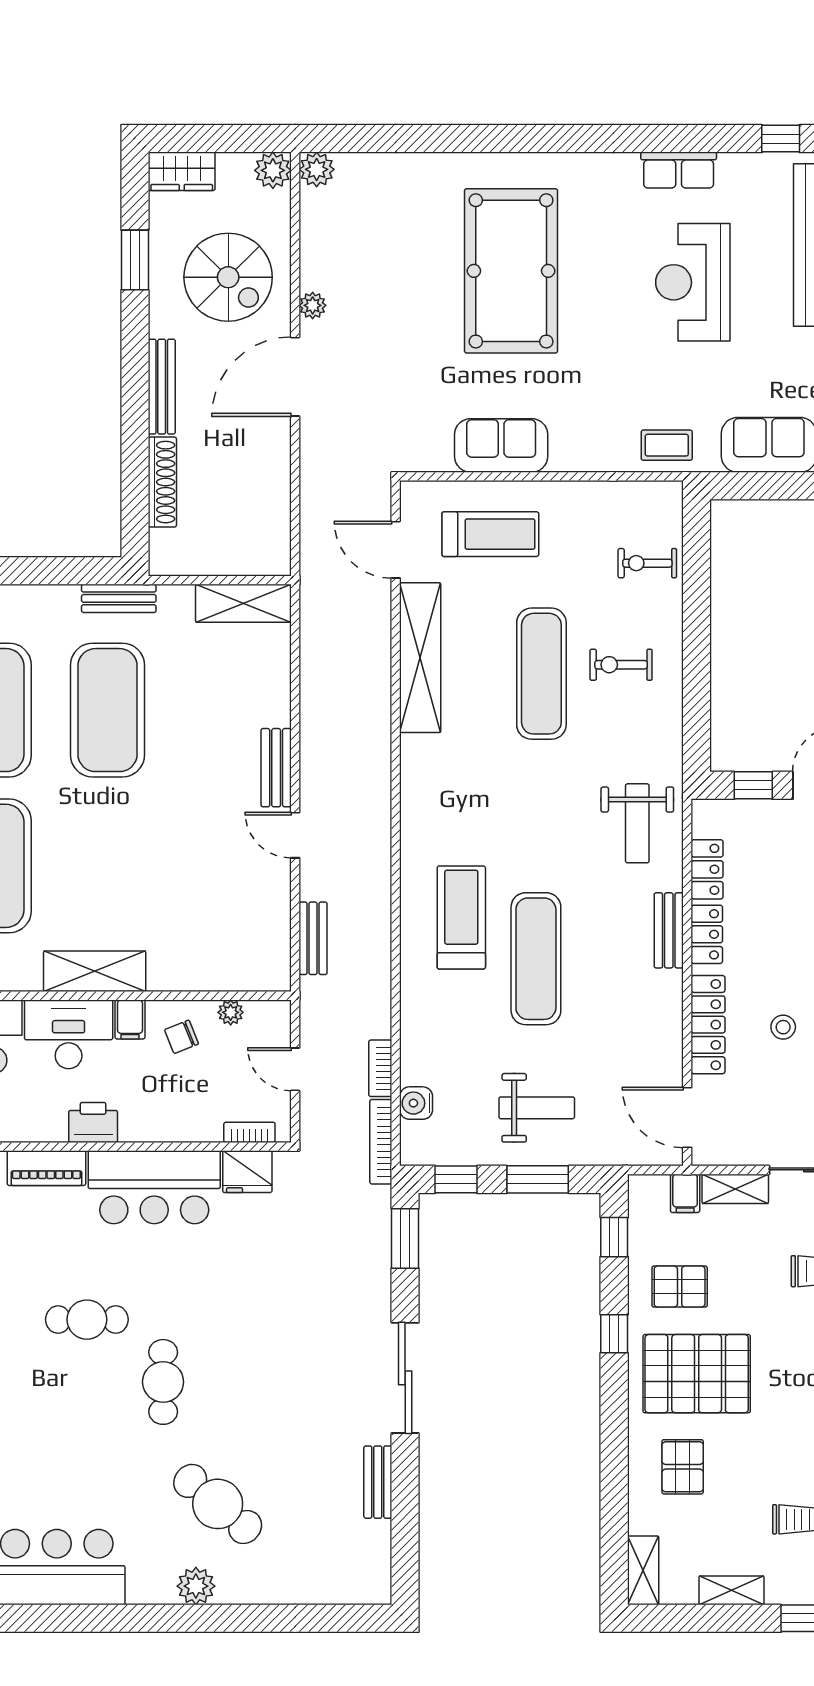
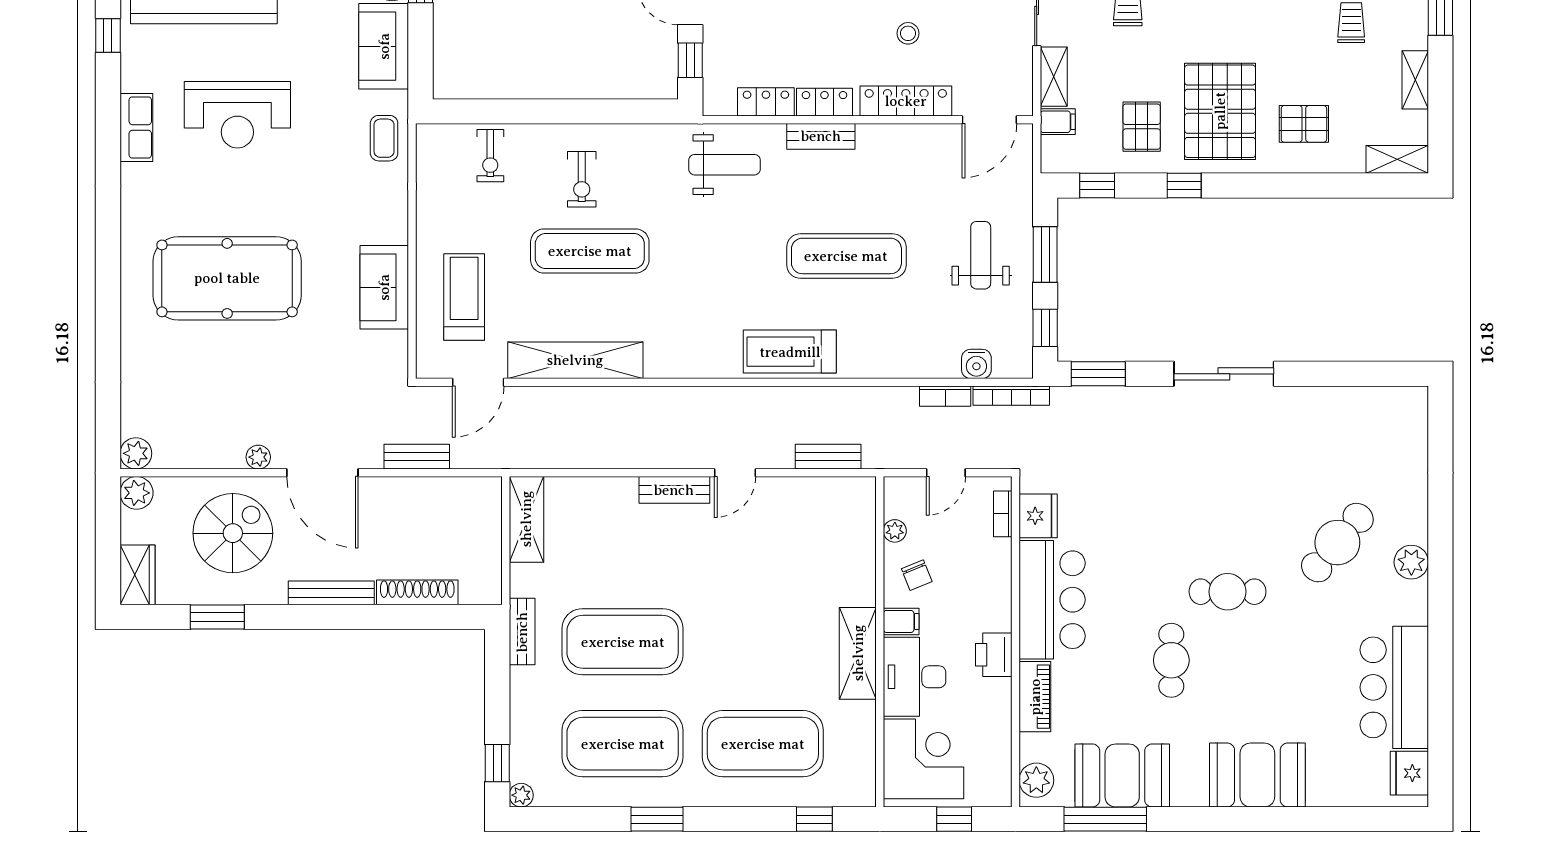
treadmill: (461, 918) -> (790, 352), moved
bench: (378, 1482) -> (417, 457), moved

